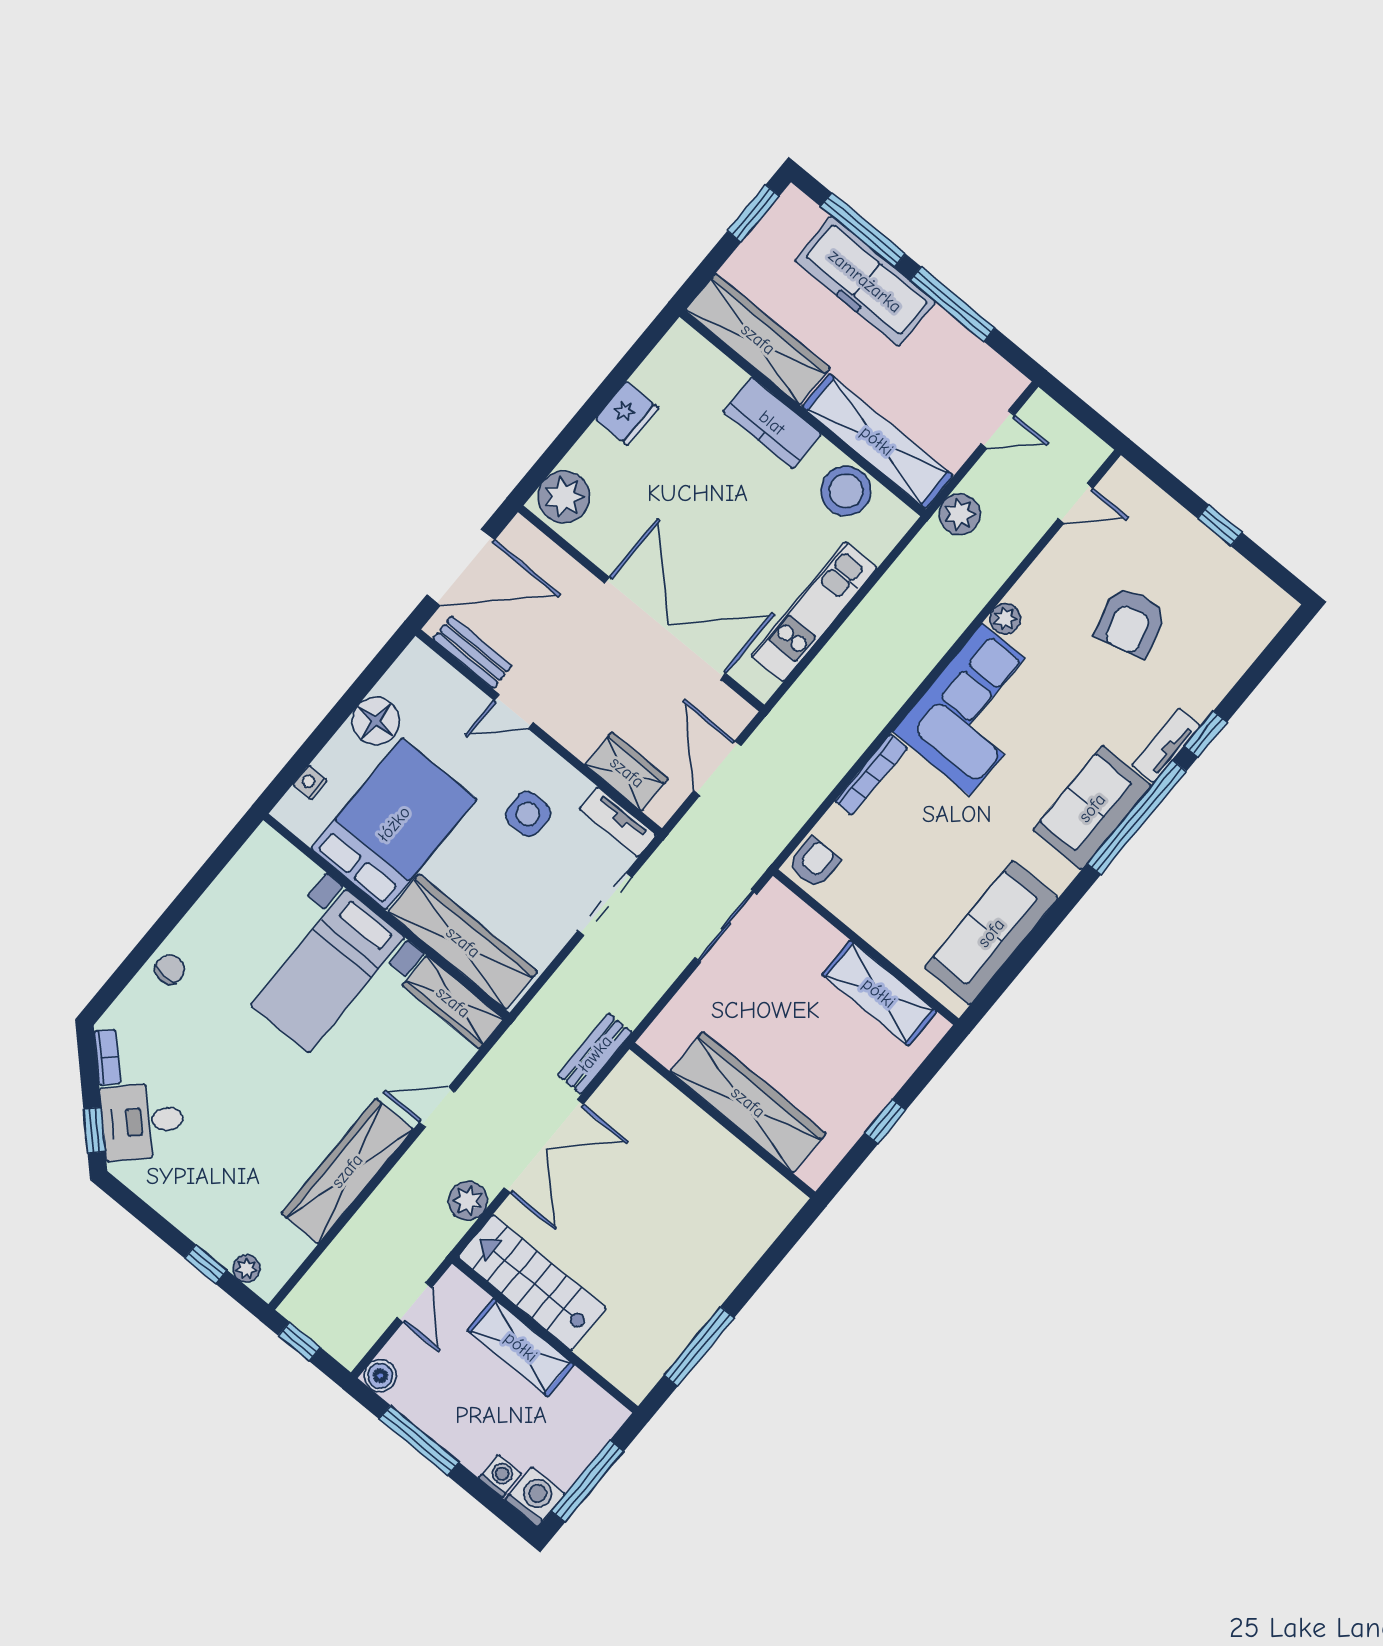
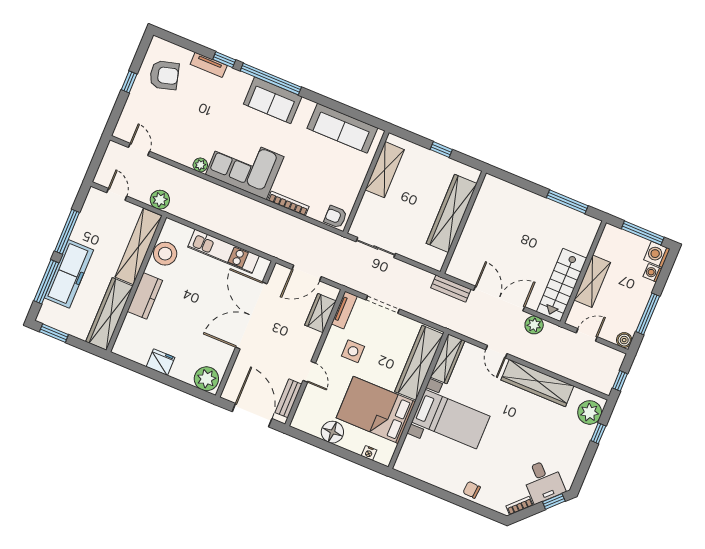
armchair: (1131, 622) -> (164, 75), moved
tv unit: (1166, 746) -> (209, 65), moved
plant: (246, 1269) -> (590, 412), width x1.87, depth x1.87

